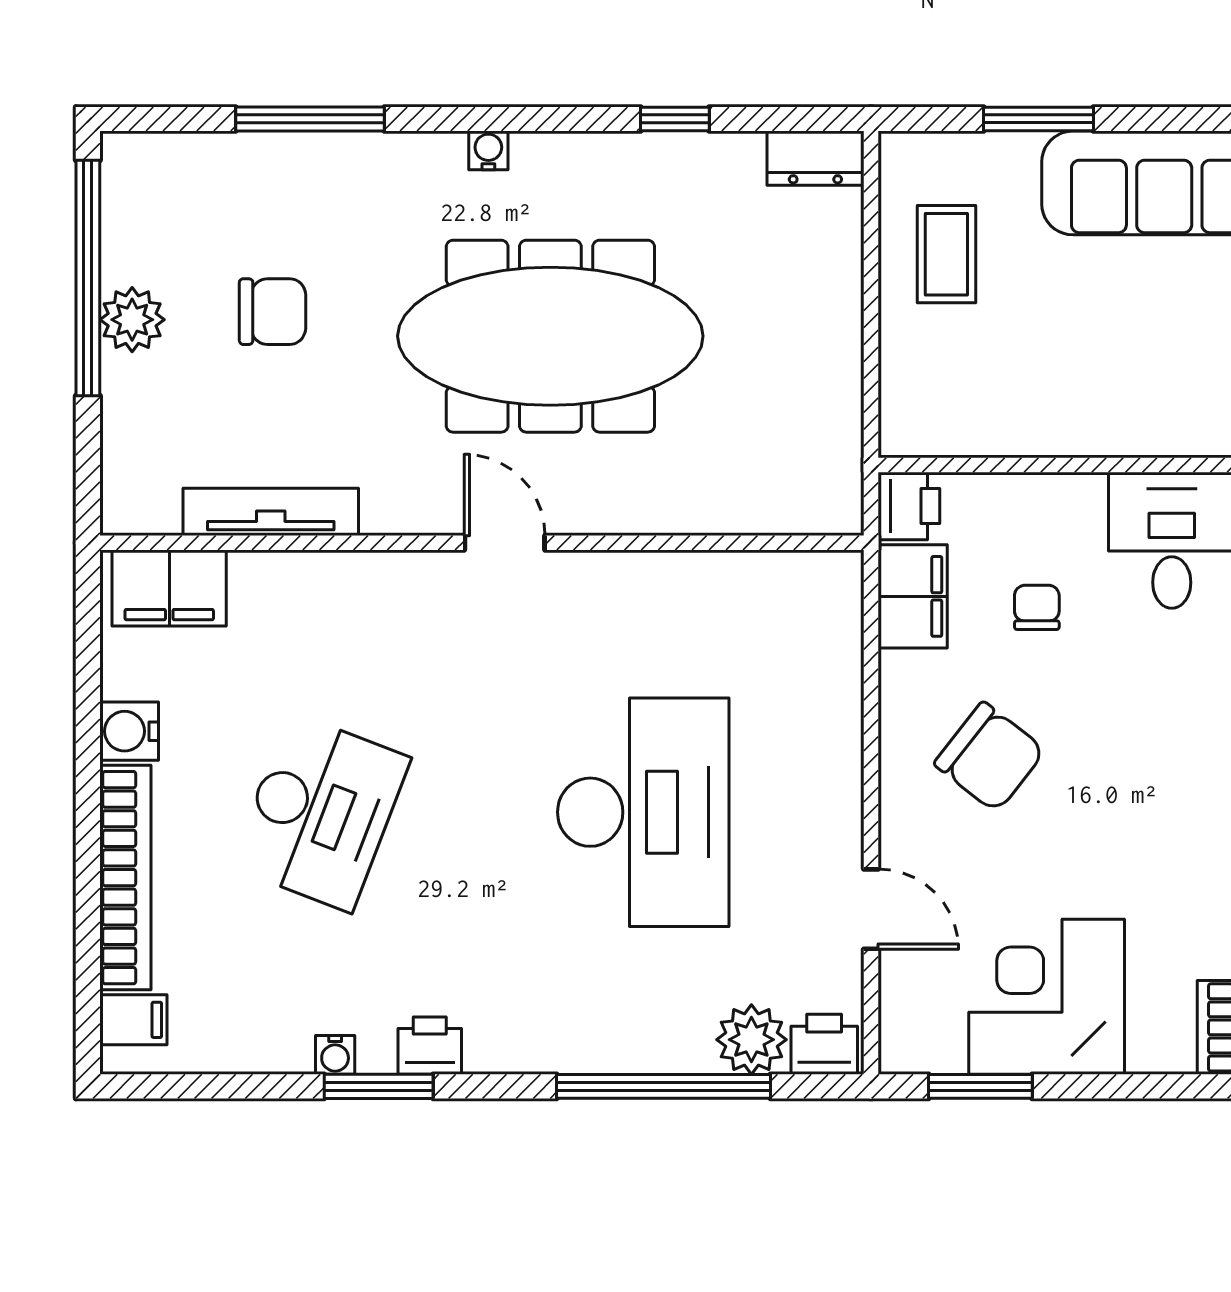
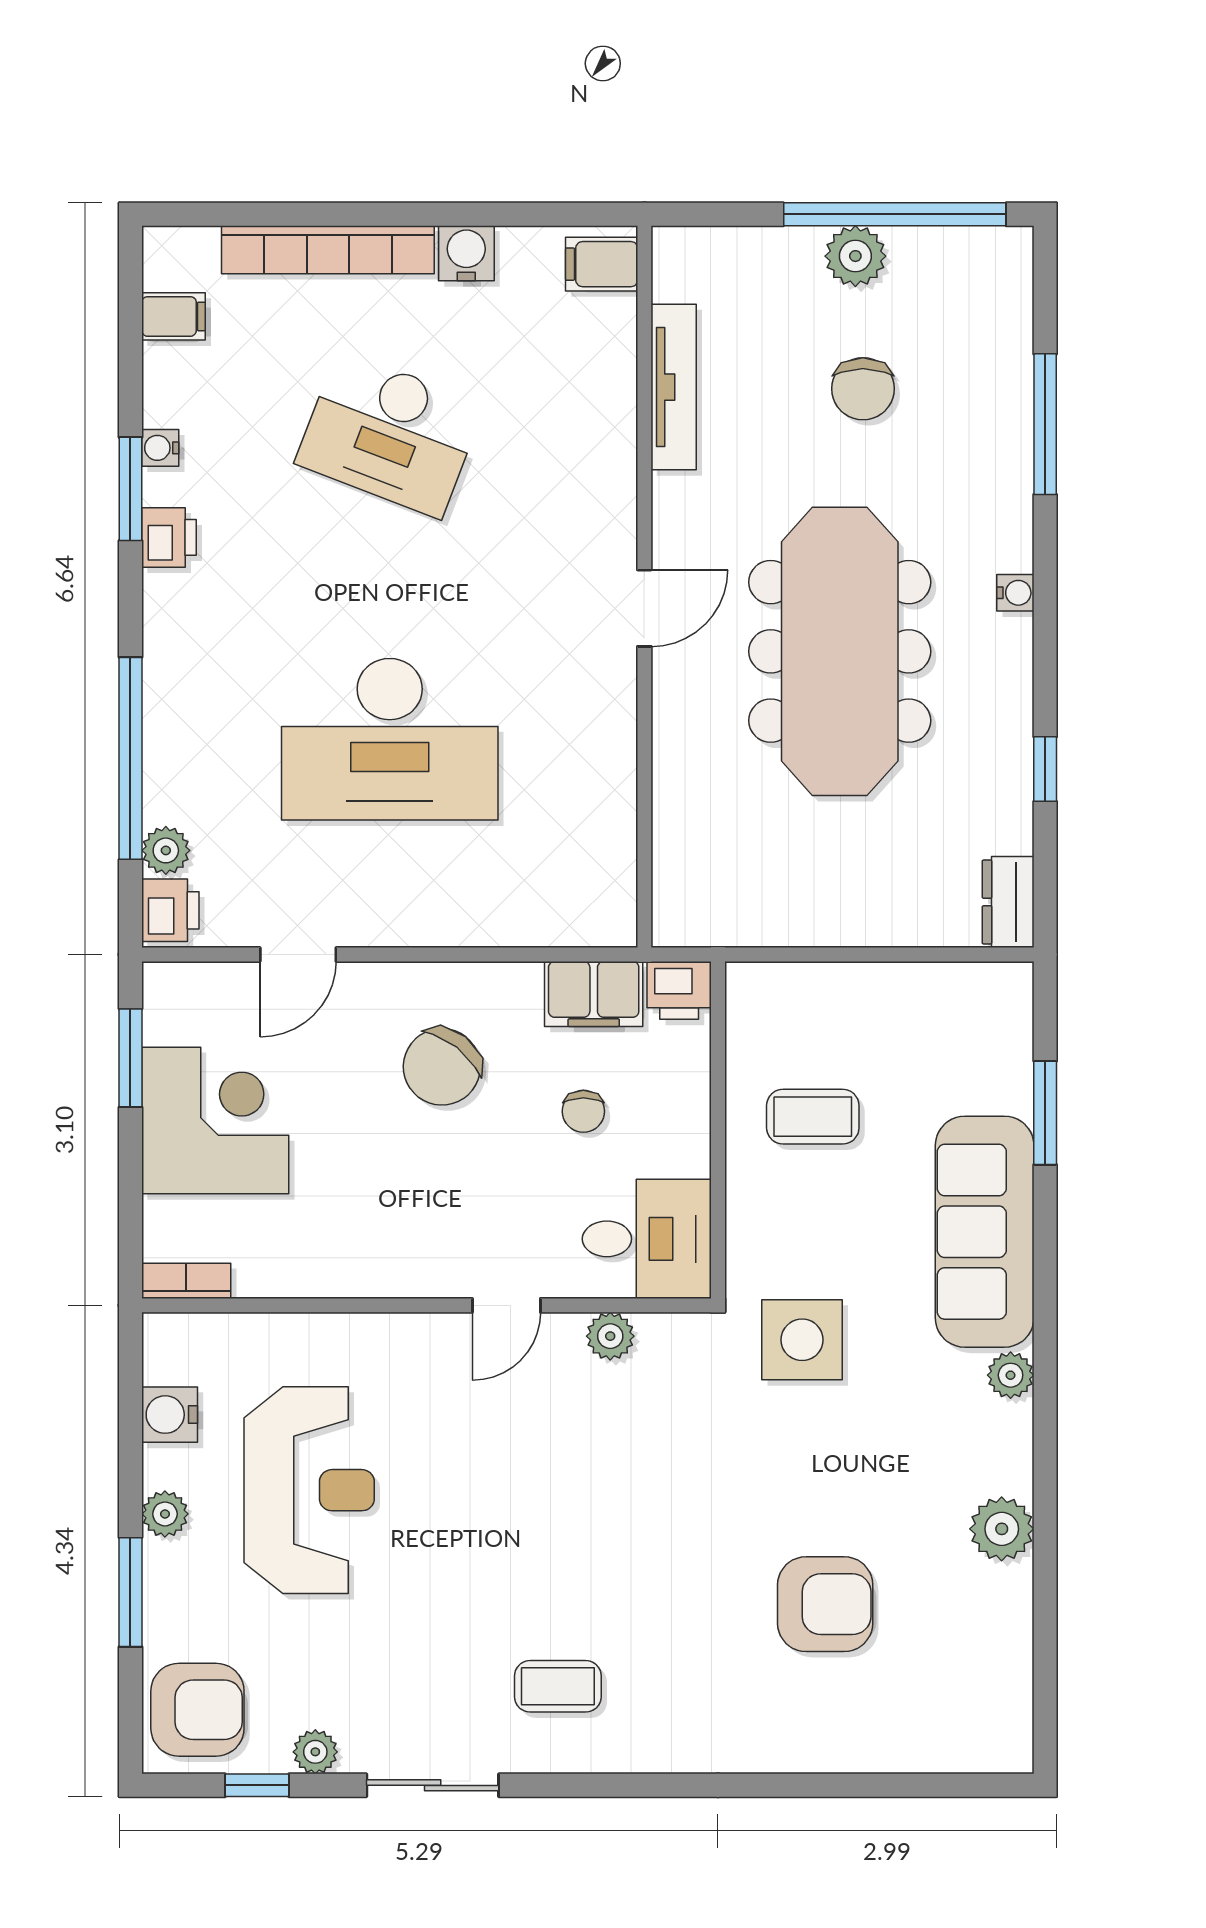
coffee table: (946, 254) -> (813, 1117), moved
filing cabinet: (169, 588) -> (602, 264), width x0.50
chair: (1037, 607) -> (583, 1111), turned 90
filing cabinet: (133, 1020) -> (173, 316), moved, turned -90
plant: (751, 1040) -> (166, 850), width x0.73, depth x0.73

